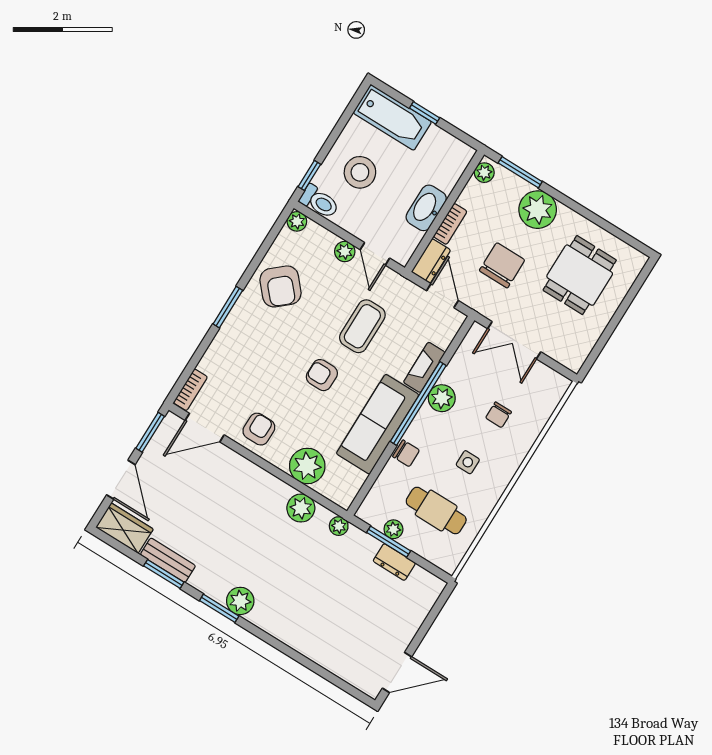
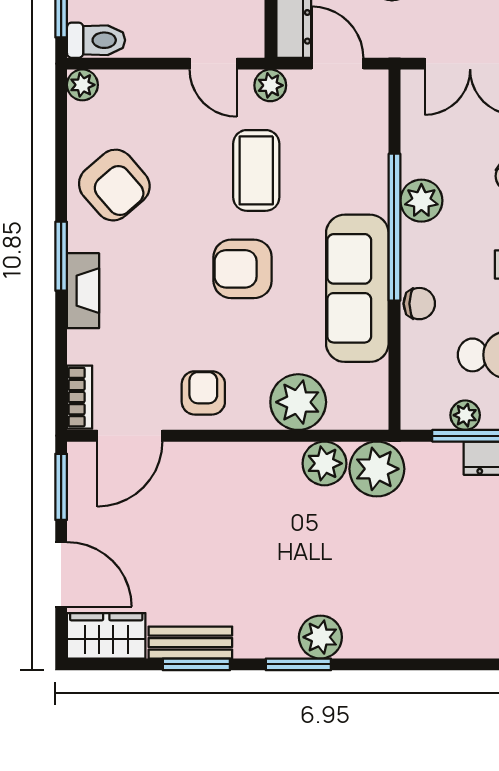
plant: (345, 251) -> (270, 85), moved
fireplace: (424, 367) -> (83, 291), moved, turned 180
armchair: (322, 375) -> (243, 269), width x1.38, depth x1.38
plant: (339, 526) -> (377, 469), width x1.88, depth x1.88

